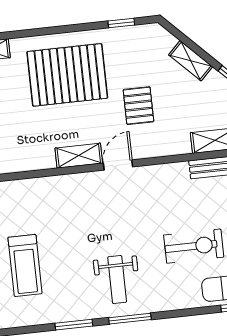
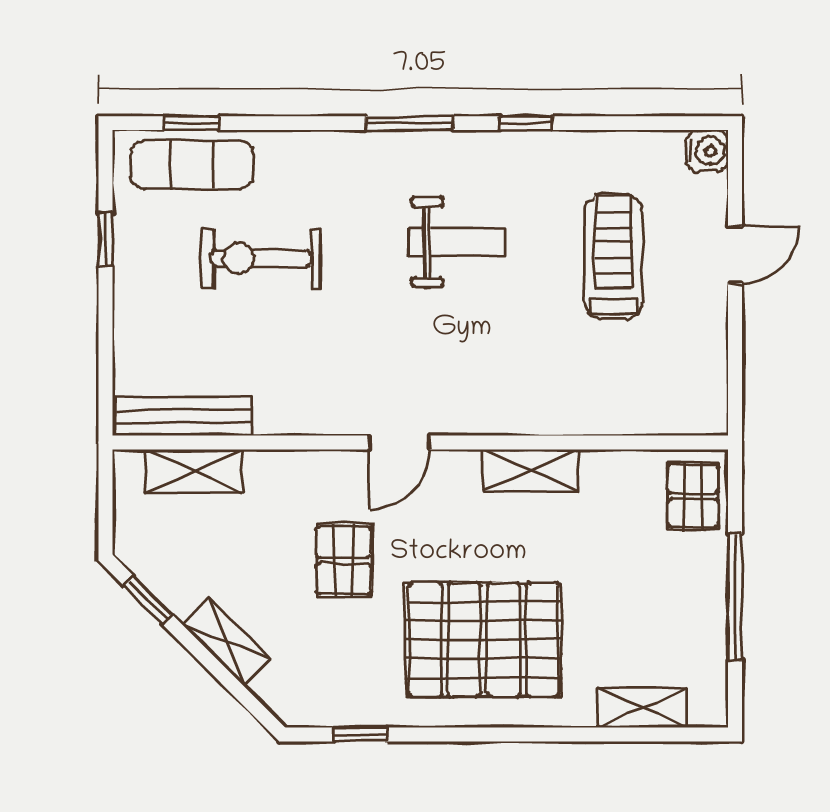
shelving: (79, 156) -> (530, 471), moved
weight bench: (117, 280) -> (457, 242), moved, turned 90
window: (74, 325) -> (526, 123), width x0.67

